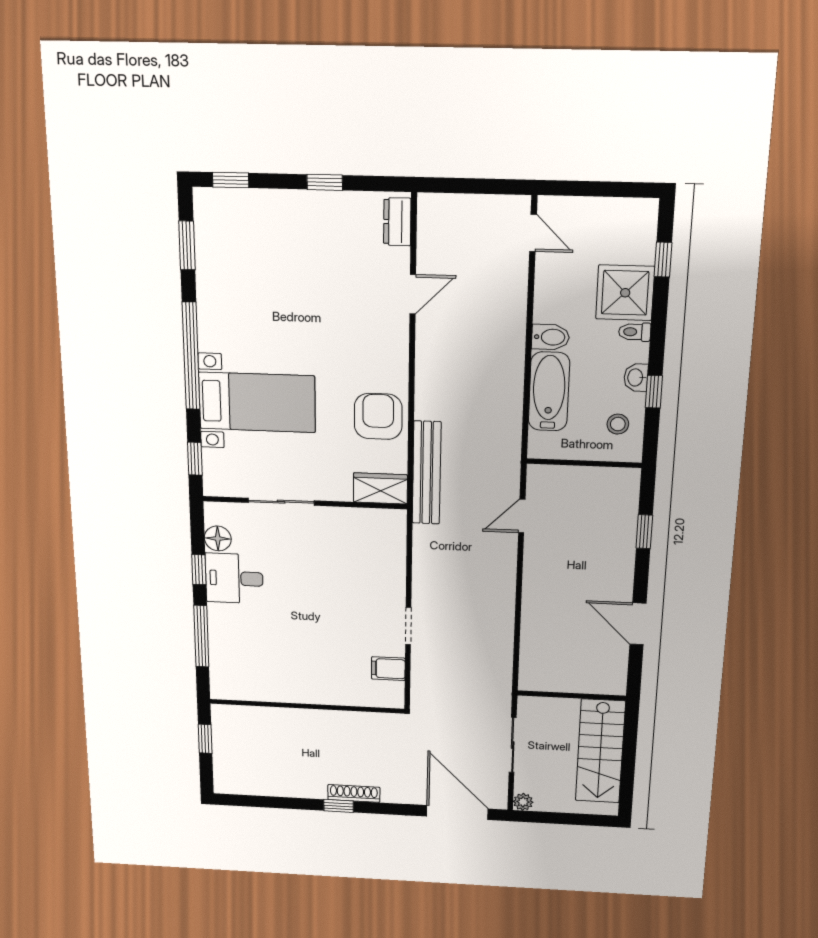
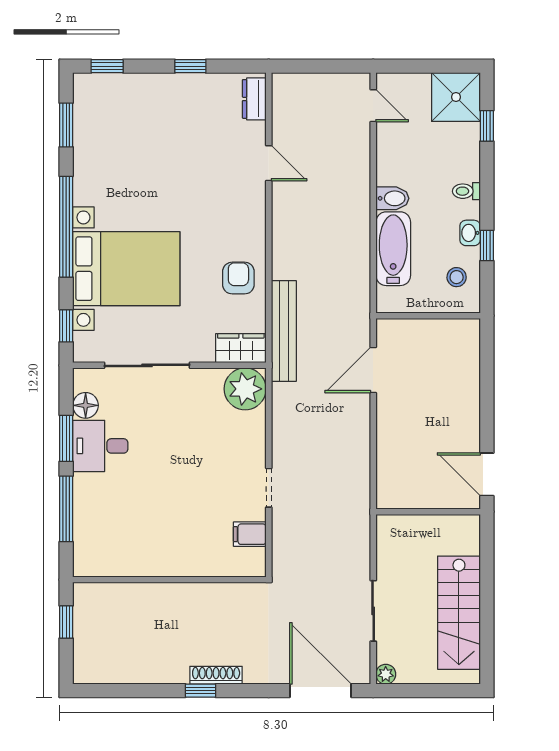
shower: (625, 293) -> (456, 97), moved
door: (413, 294) -> (269, 163), hinge flipped
bed with nightstands: (257, 402) -> (126, 269), width x1.36
armchair: (378, 416) -> (238, 278), width x0.72, depth x0.72
sliding door: (281, 502) -> (147, 365), width x1.37
door: (522, 516) -> (373, 370), width x1.38
plant: (385, 529) -> (245, 389), added
window: (644, 532) -> (487, 380), removed
window: (199, 570) -> (66, 438), width x1.50
wall: (572, 696) -> (428, 512), moved

